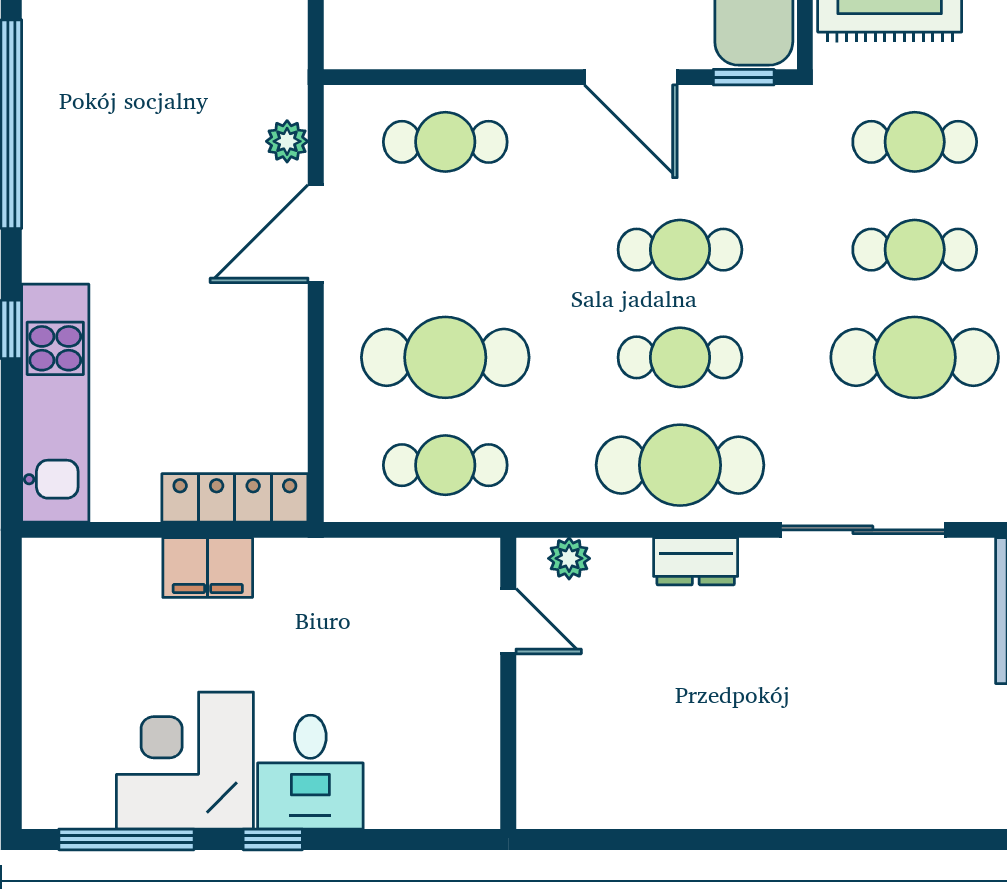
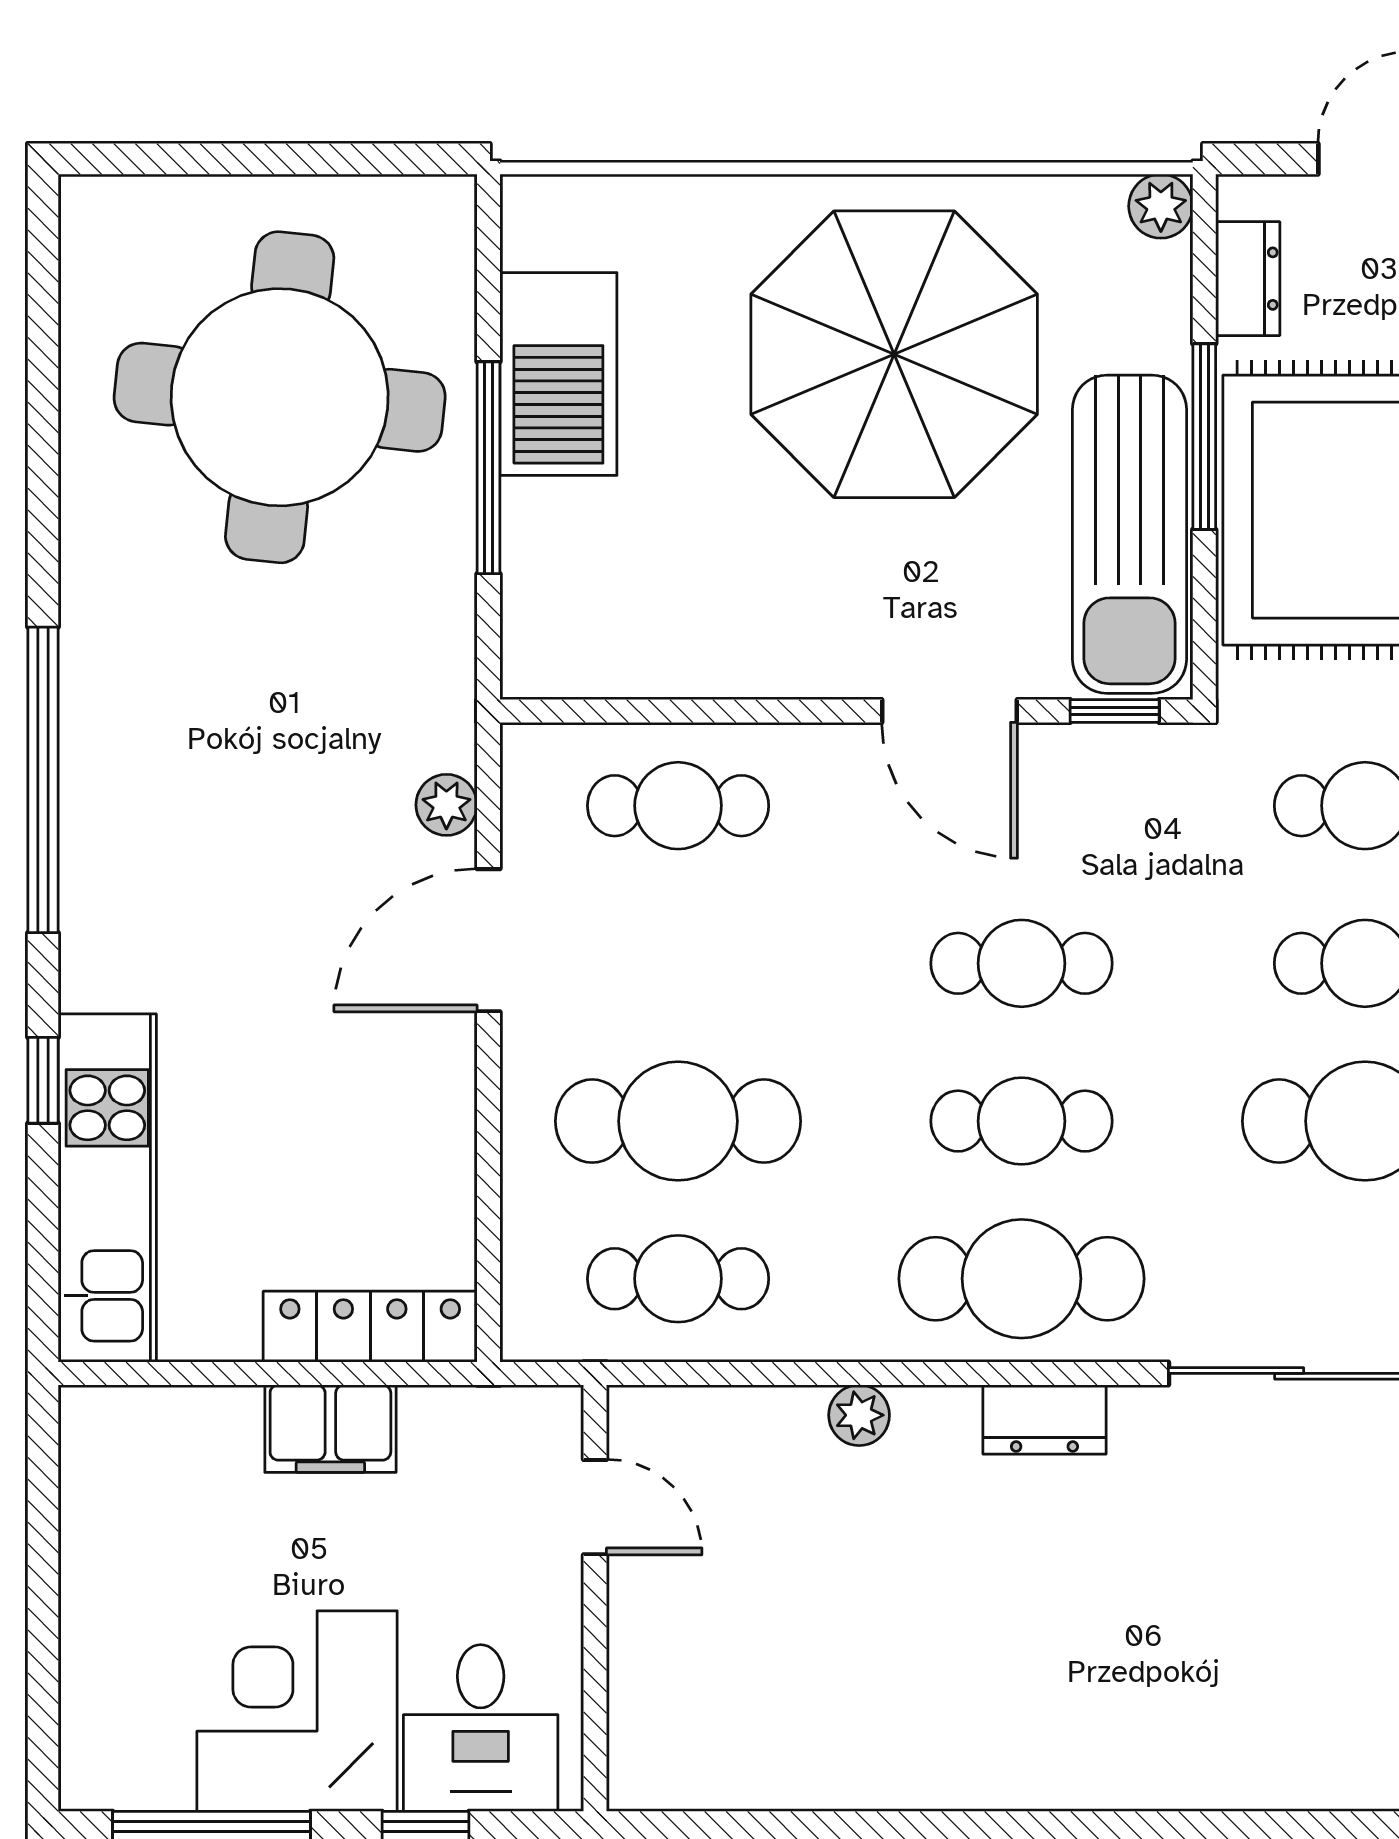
door: (508, 621) -> (595, 1507), moved
wall: (508, 683) -> (595, 1598), moved

